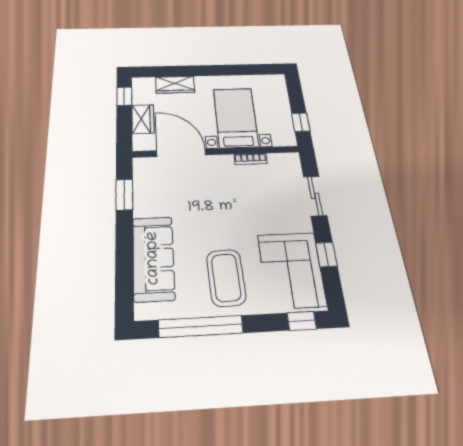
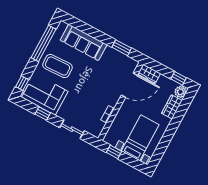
plant: (144, 85) -> (180, 92), added
bed with nightstands: (236, 118) -> (140, 138), moved, turned -90
wardrobe: (143, 119) -> (149, 74), moved

